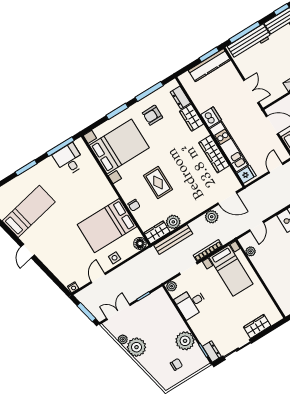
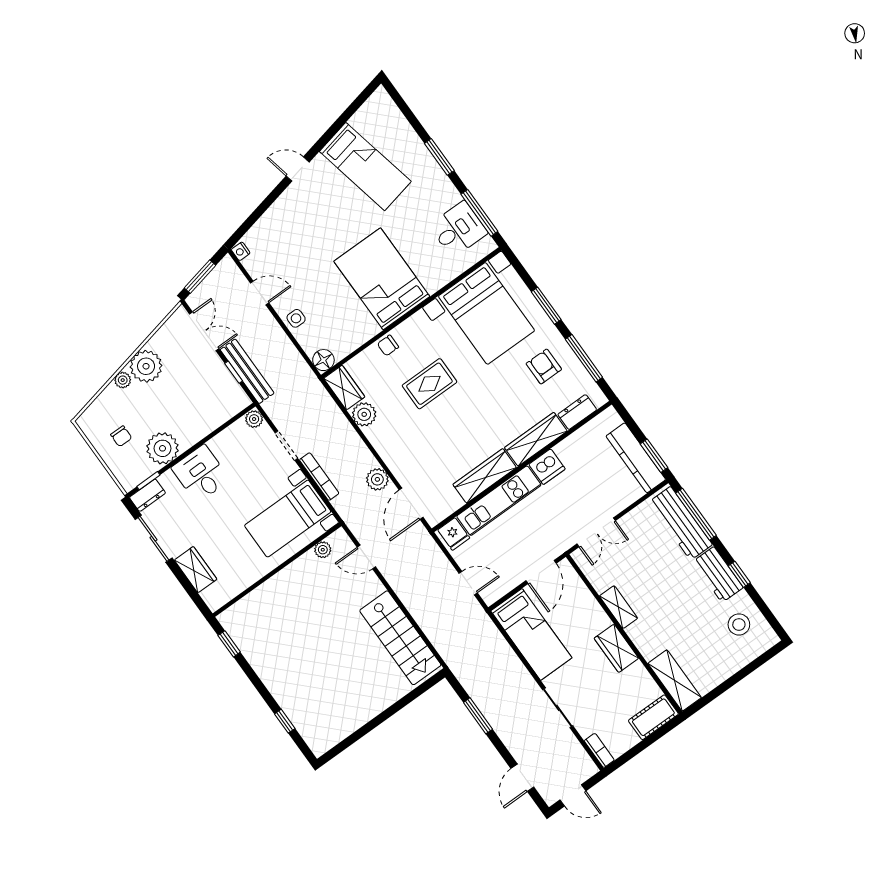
wardrobe: (192, 118) -> (536, 439), width x1.50
bed: (107, 226) -> (382, 279), moved
bench: (173, 239) -> (247, 371), moved
desk: (191, 303) -> (201, 474), moved
plant: (123, 339) -> (123, 380), moved

